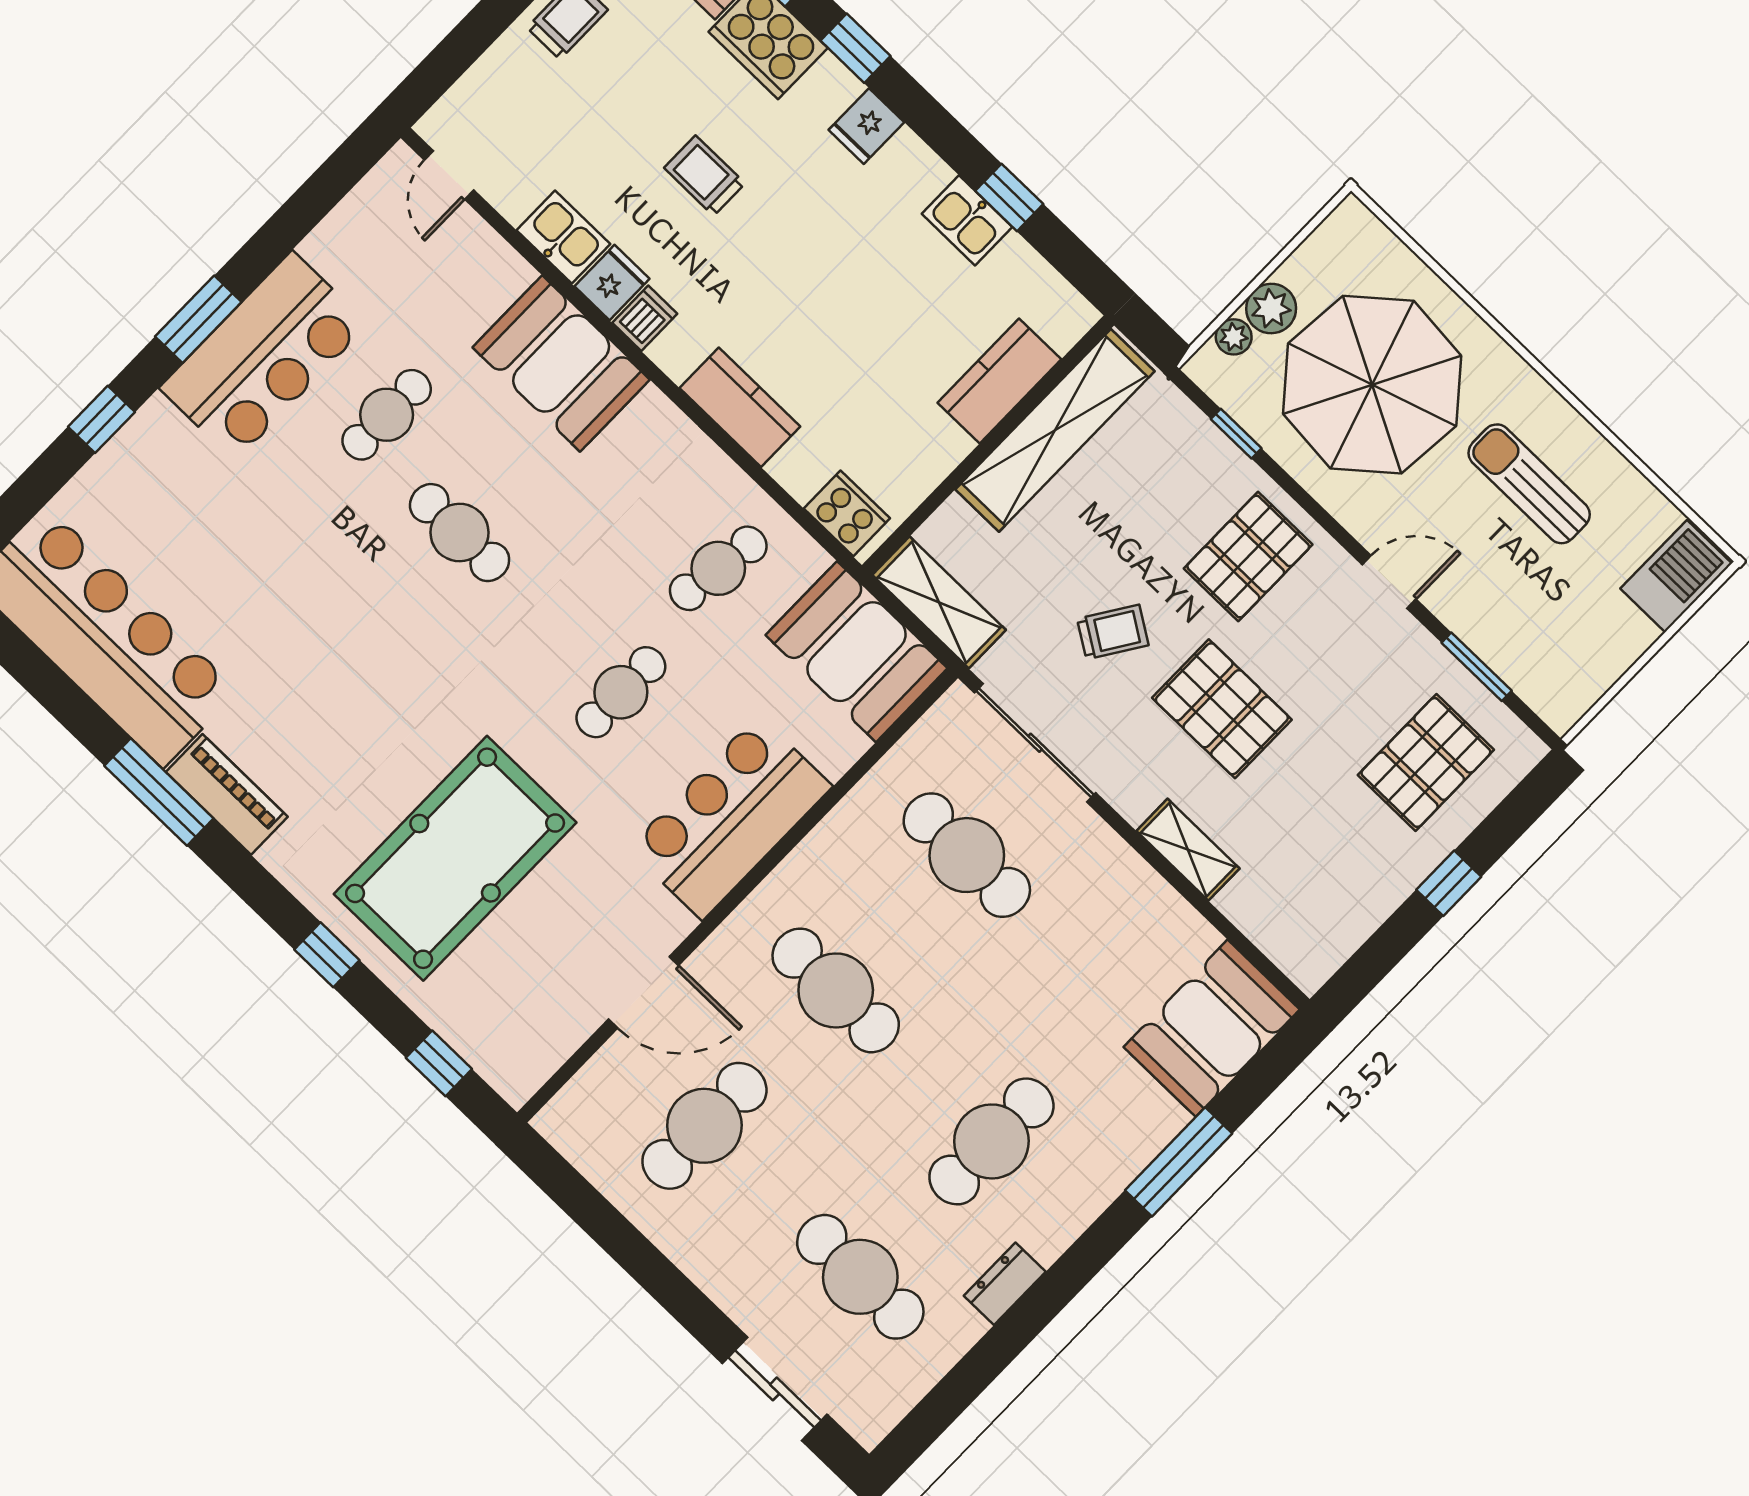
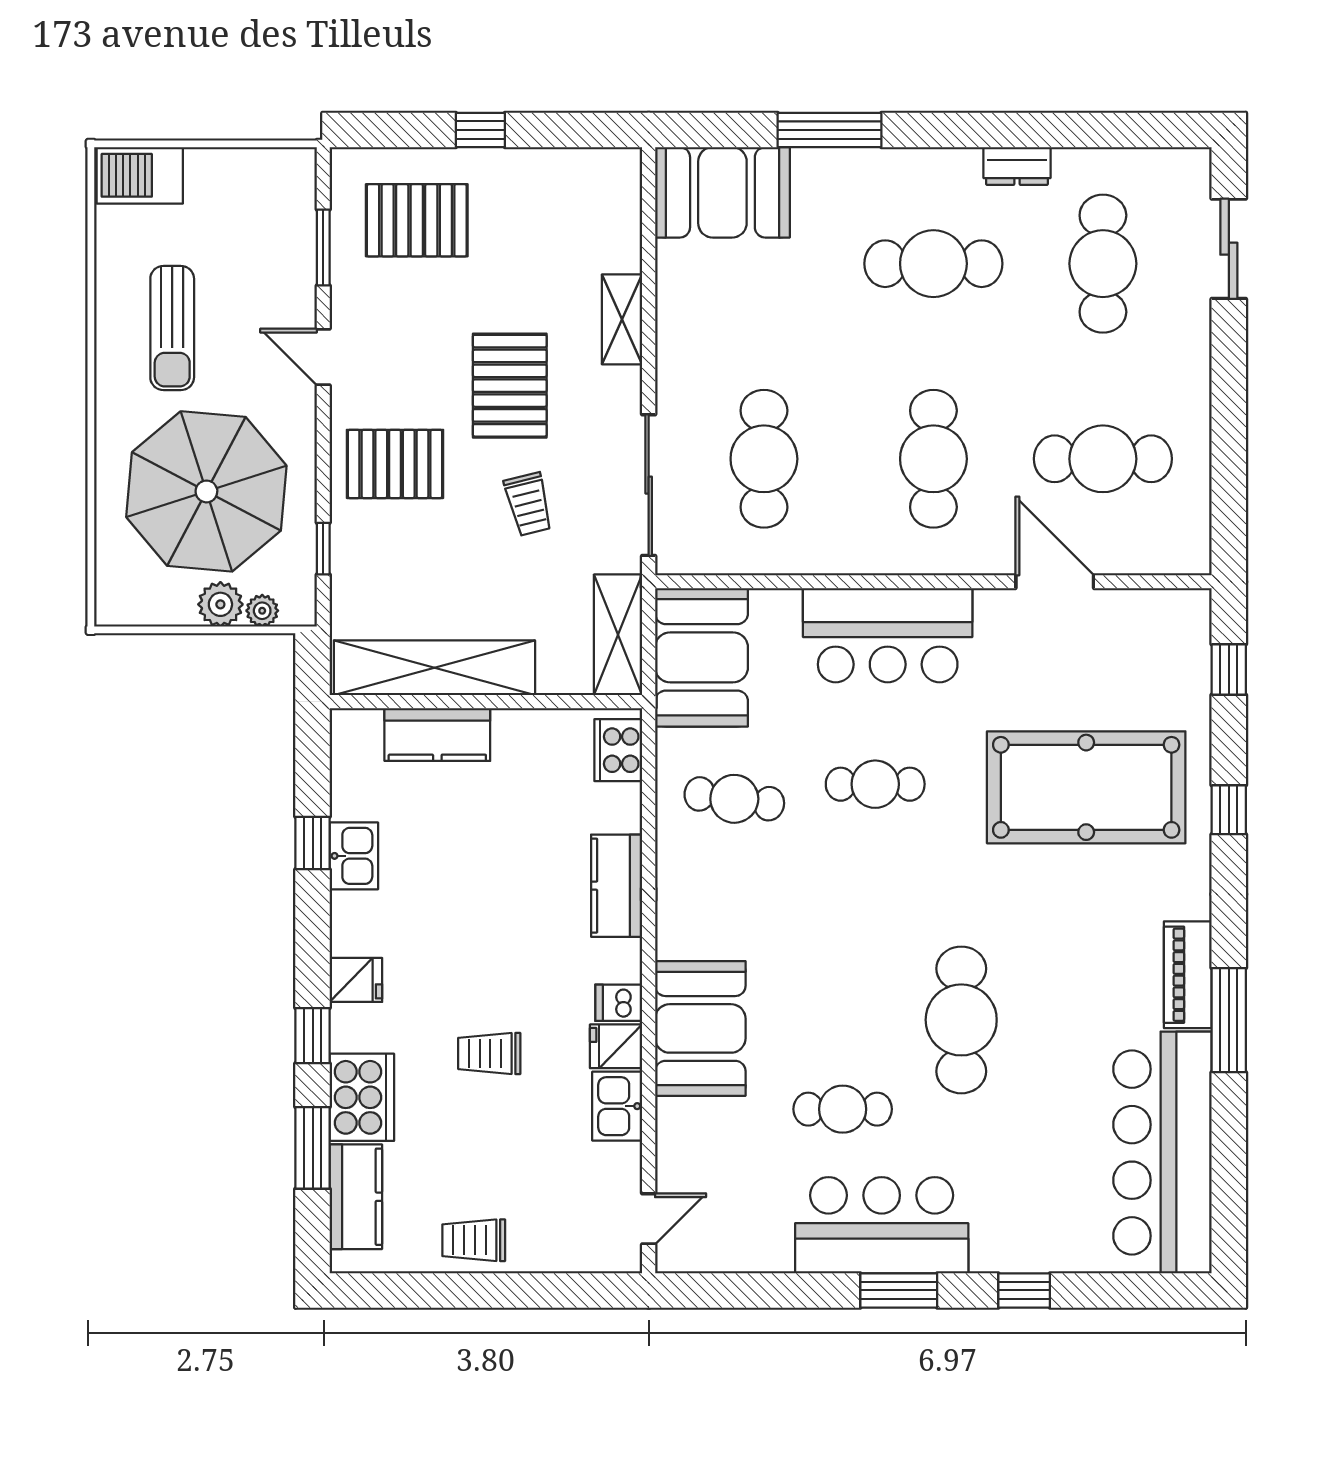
trolley: (705, 176) -> (489, 1053), turned 90
cafe table: (460, 533) -> (961, 1020), moved, width x1.37, depth x1.35
trolley: (1113, 632) -> (528, 504), turned -137

